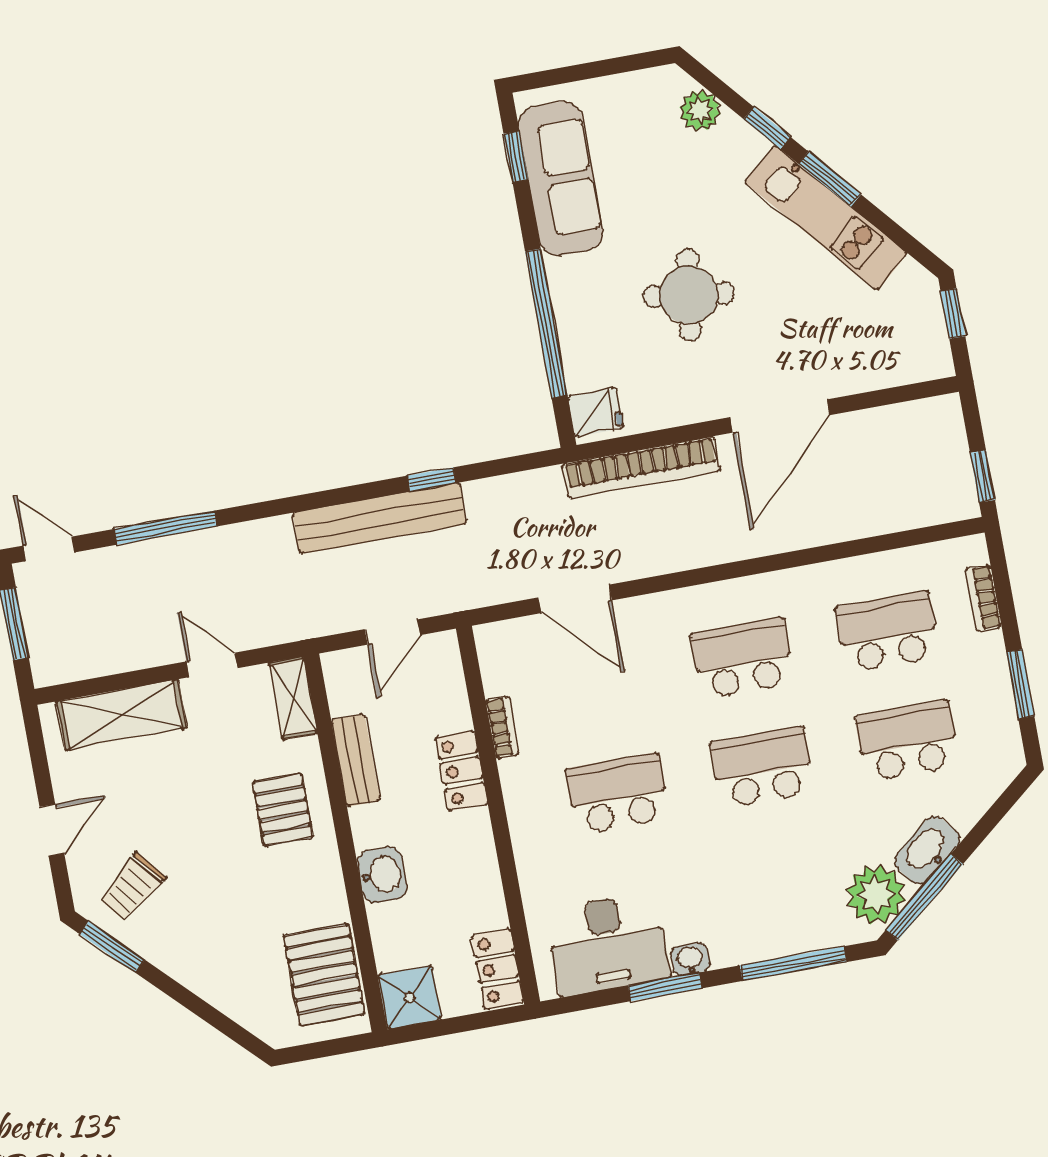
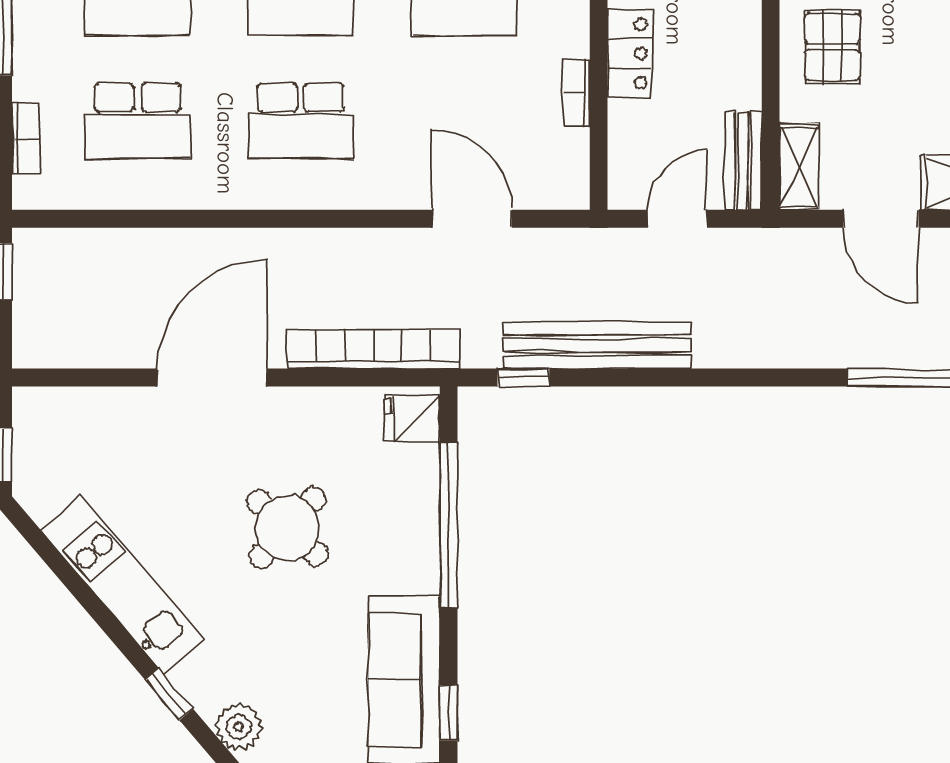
window: (830, 179) -> (111, 626), removed
round table: (689, 295) -> (287, 528), turned 34
window: (432, 479) -> (523, 377), moved
bench: (380, 518) -> (597, 345), moved
door: (212, 665) -> (881, 219), width x1.38
bench: (356, 760) -> (743, 161), moved

